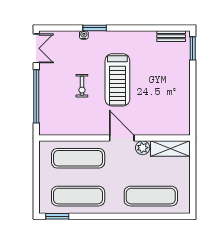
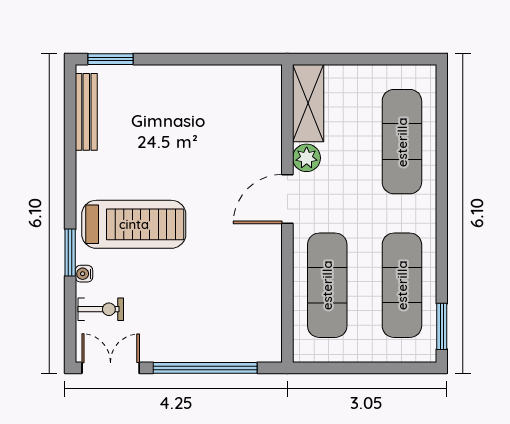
bench: (171, 36) -> (86, 112), width x1.36
treadmill: (117, 80) -> (134, 224), moved
exercise bike: (82, 86) -> (101, 309), moved

